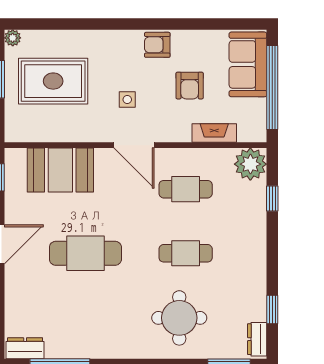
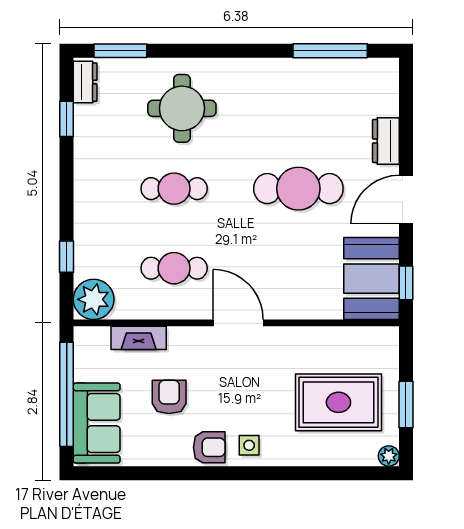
side table: (127, 100) -> (249, 445), moved
booth: (60, 170) -> (372, 279), moved, turned 90
dresser: (25, 348) -> (386, 141), moved, turned 90

